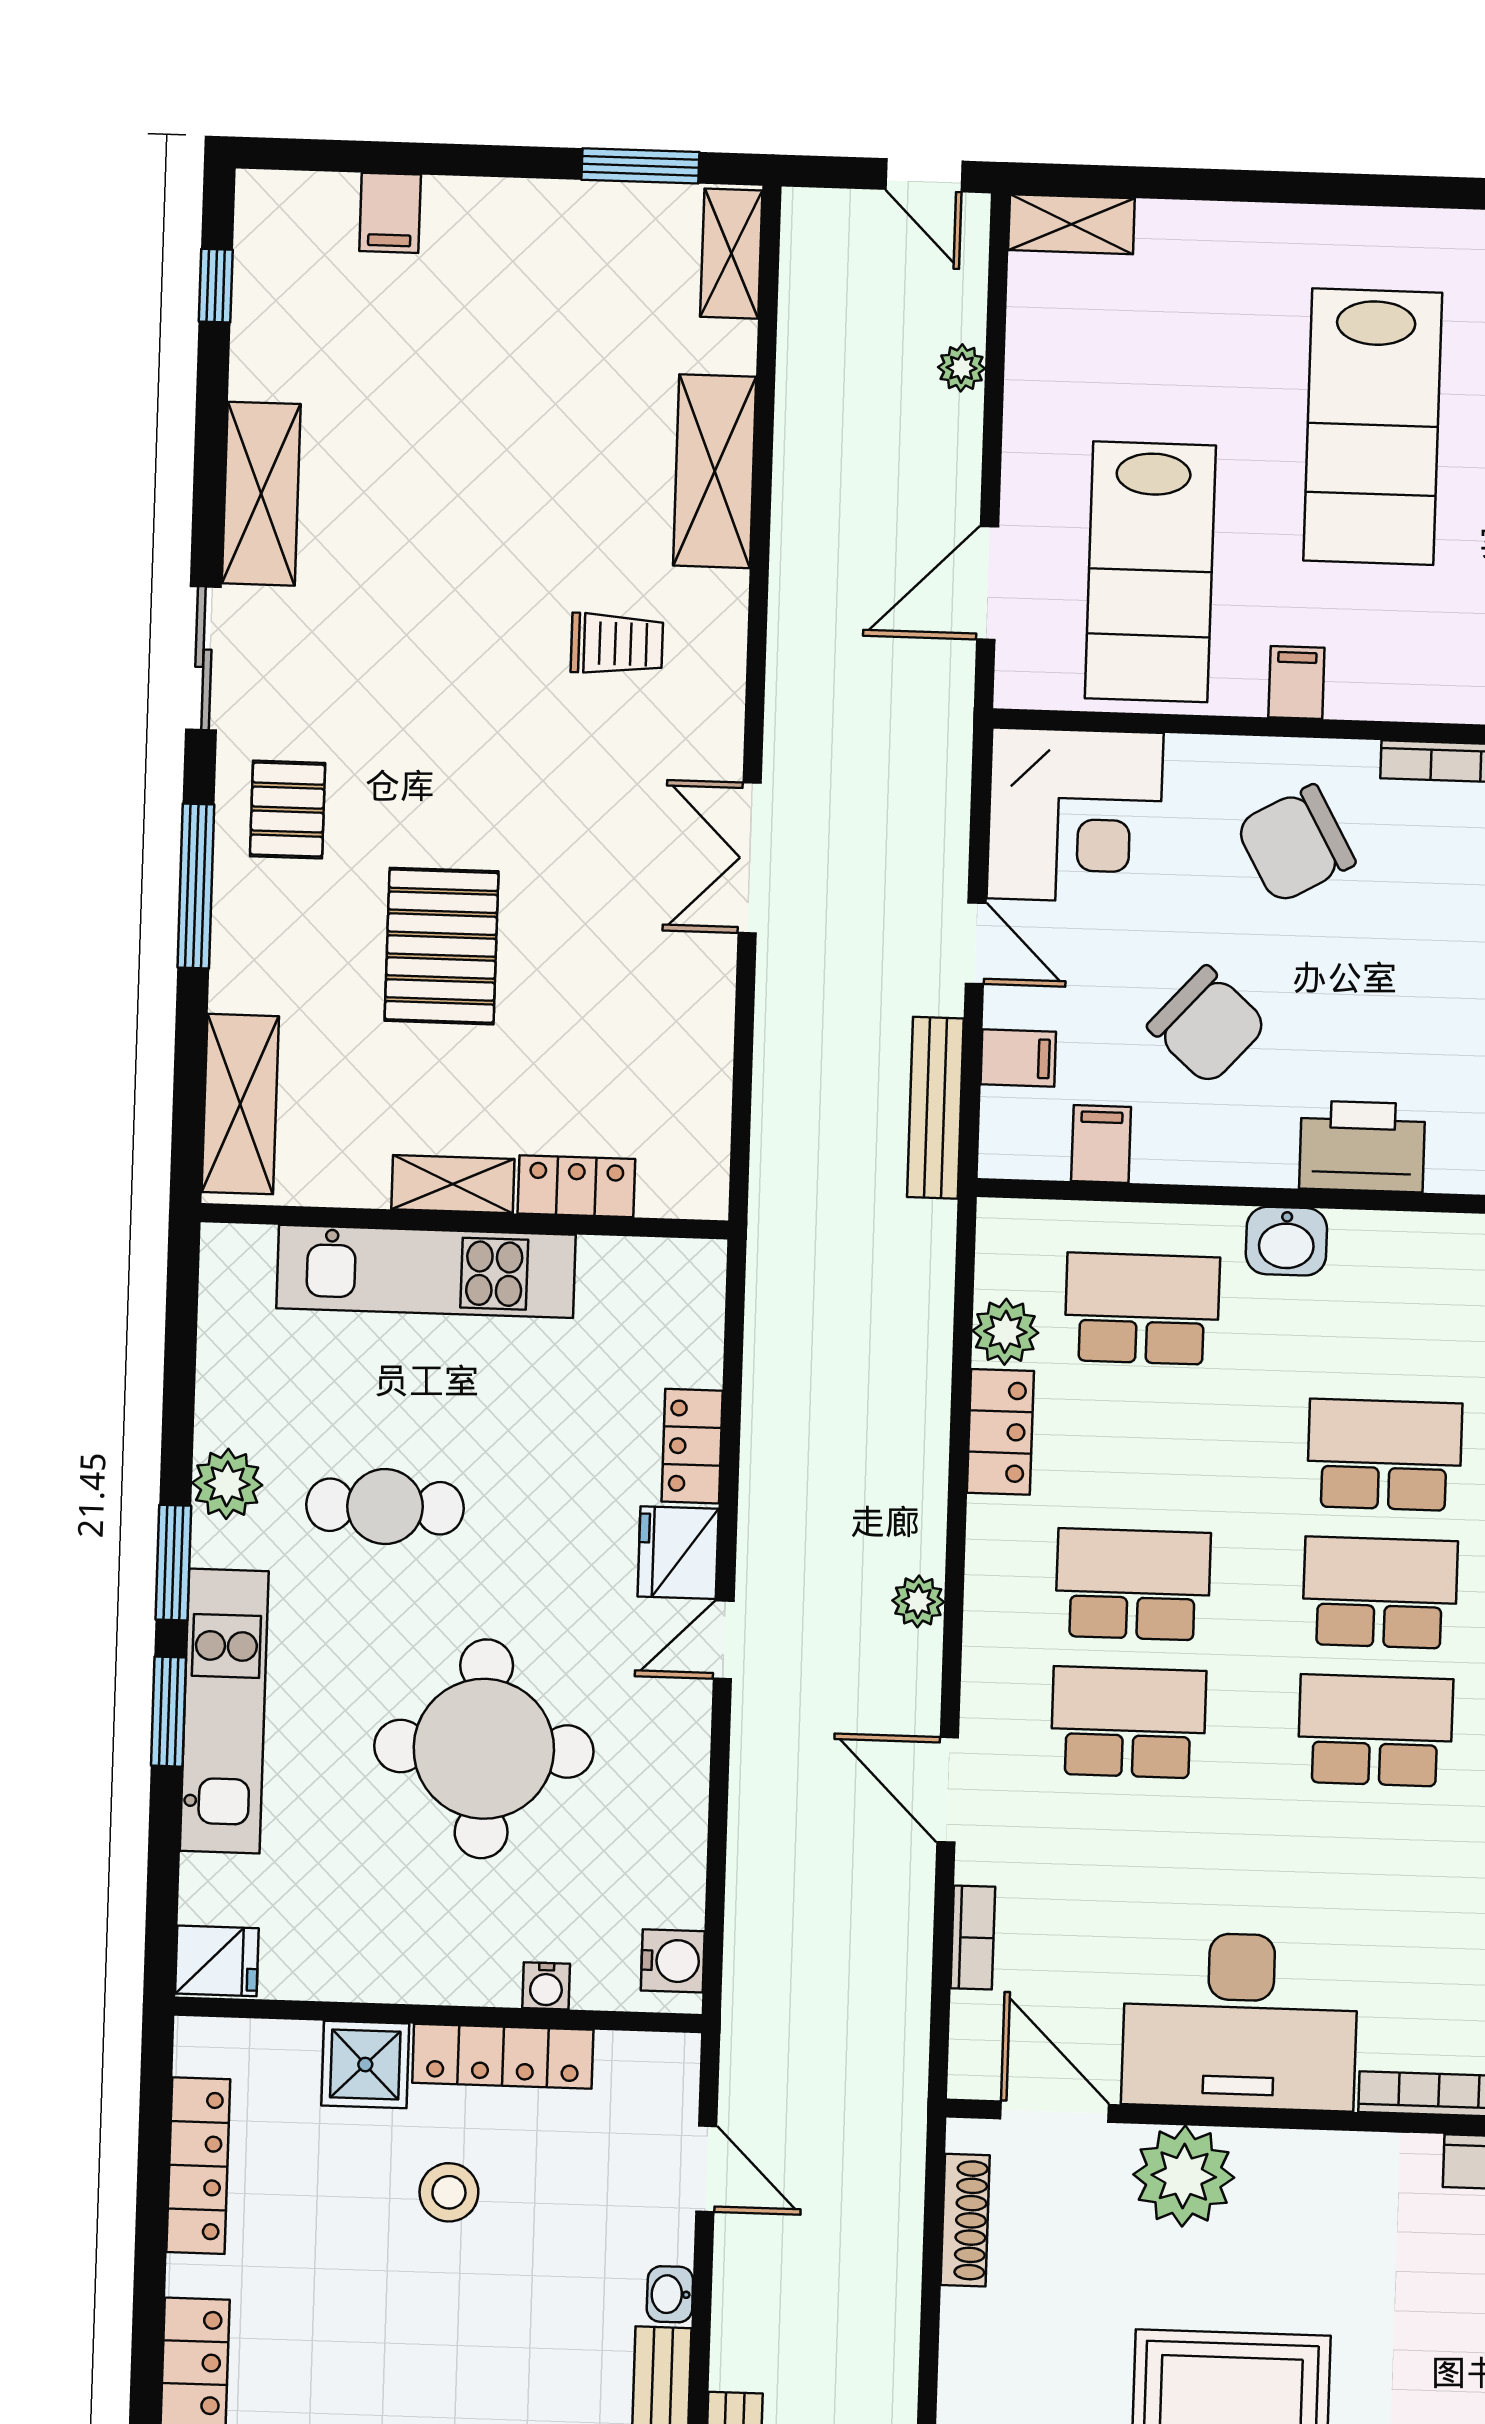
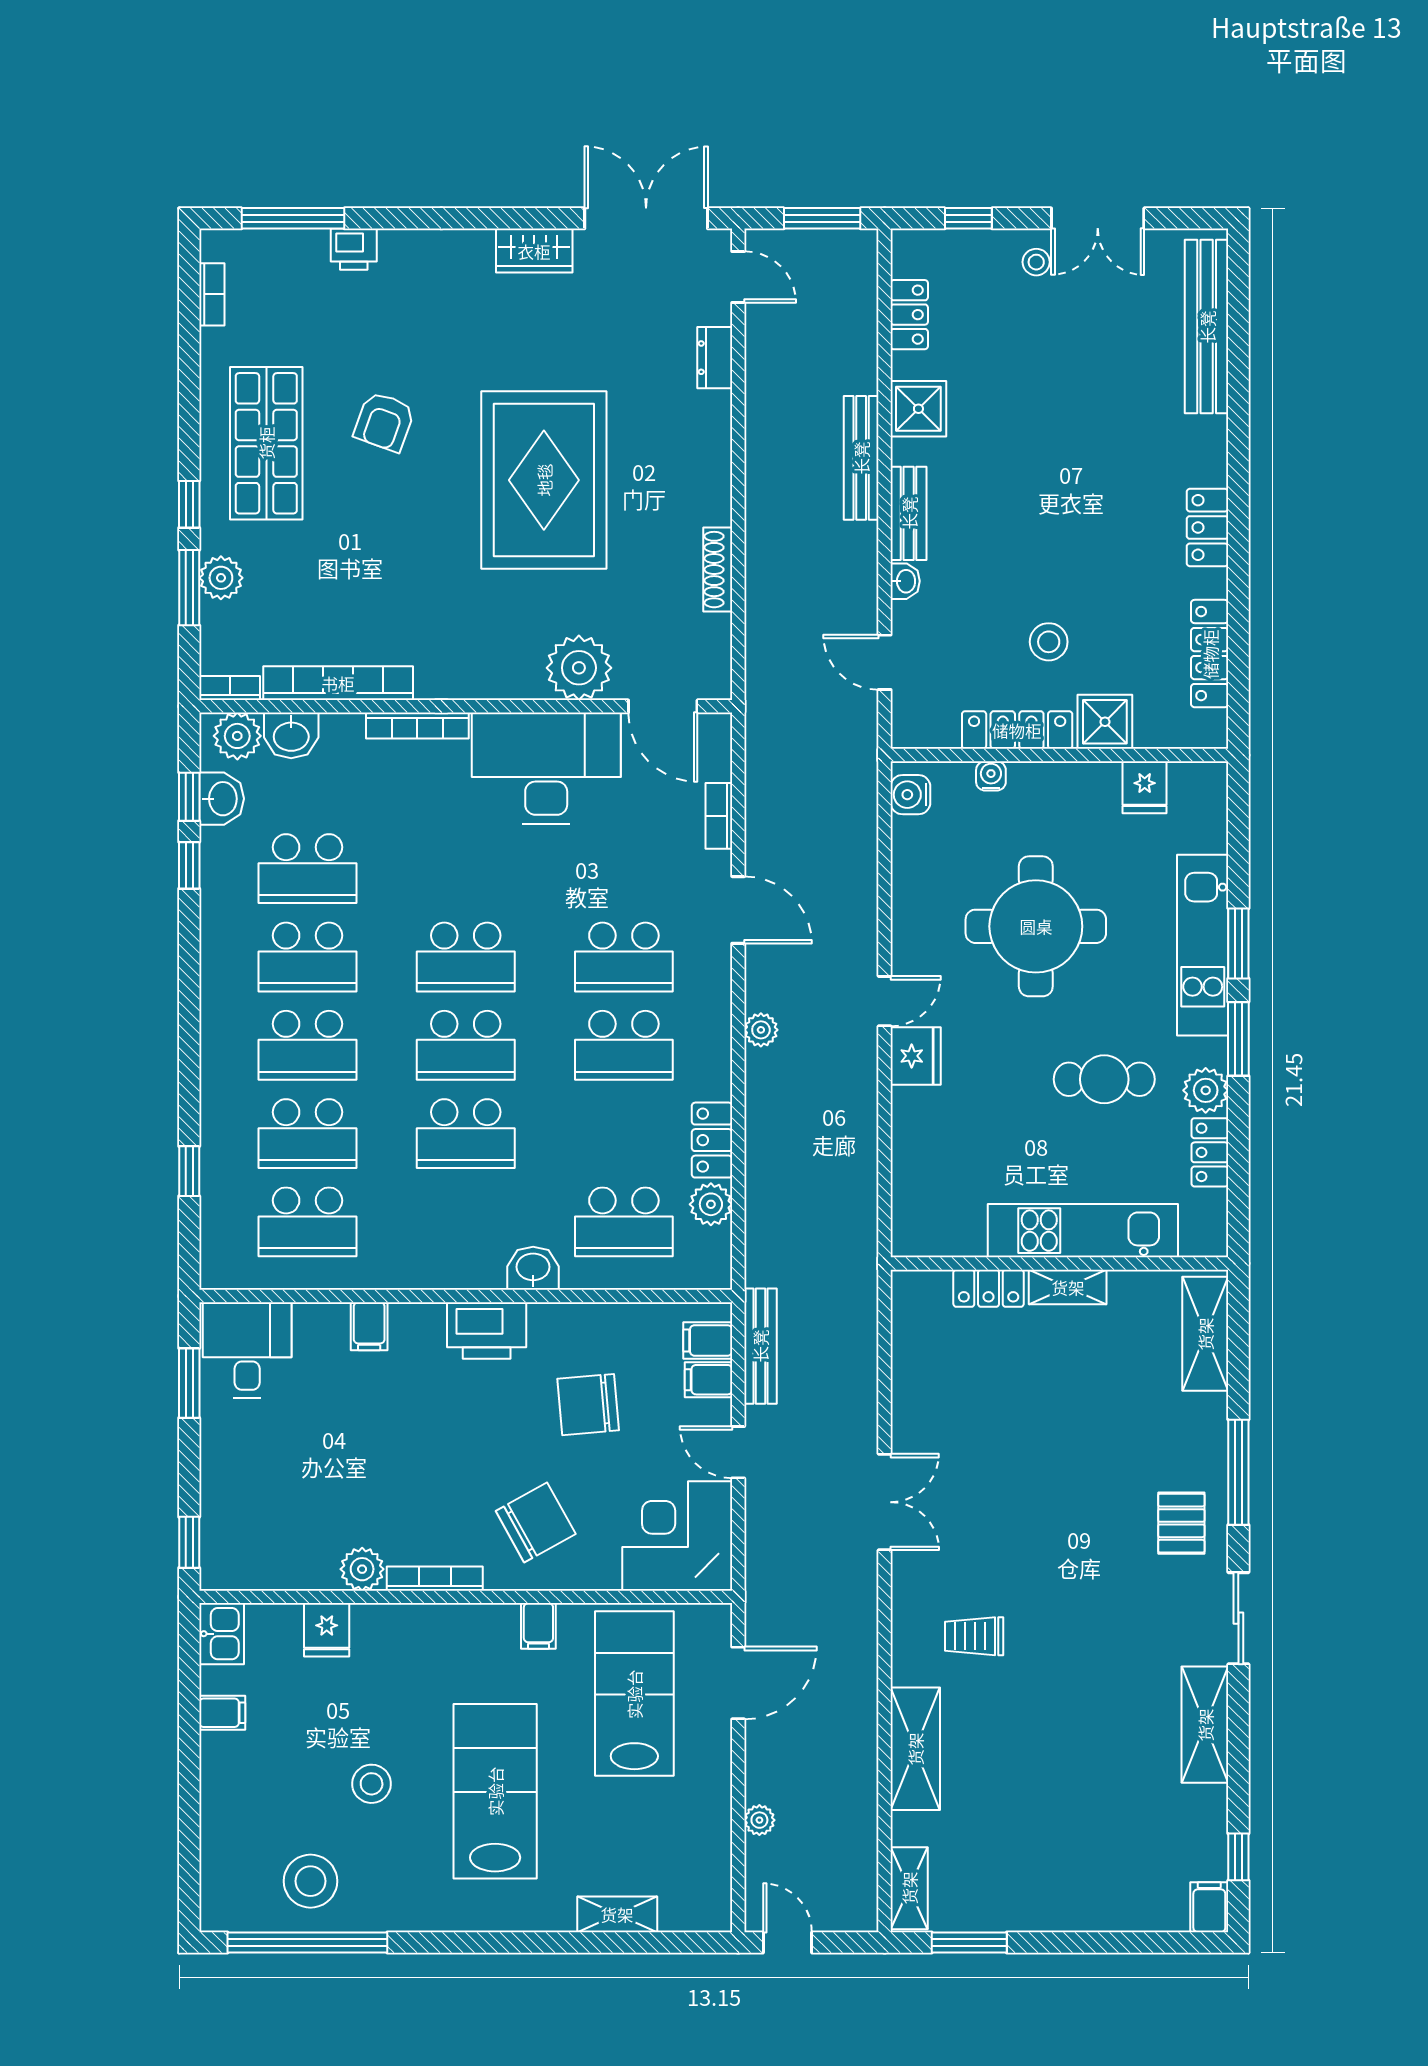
filing cabinet: (390, 213) -> (1209, 1907), moved
shelving: (1071, 224) -> (617, 1914), moved
pallet: (442, 946) -> (1080, 1439), removed
chair: (1207, 1025) -> (588, 1405), turned -47
filing cabinet: (1101, 1144) -> (708, 1340), moved, turned 90
locker: (692, 1446) -> (1210, 1152), moved, turned 180
fridge: (217, 1961) -> (1145, 787), moved, turned -90
shoe rack: (965, 2220) -> (718, 570), moved

